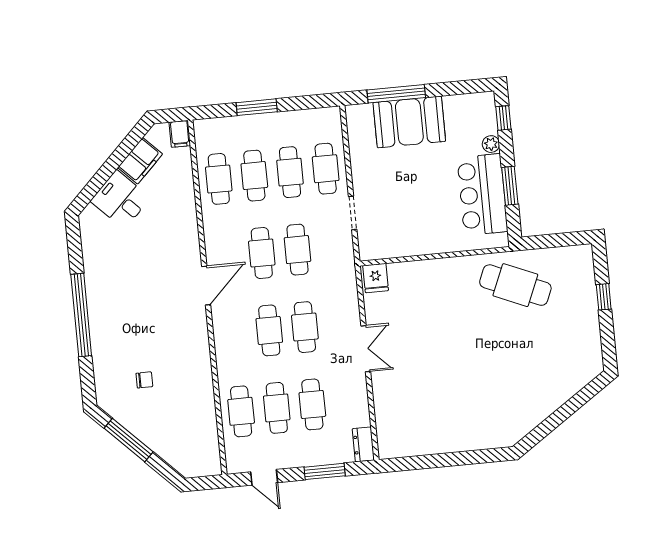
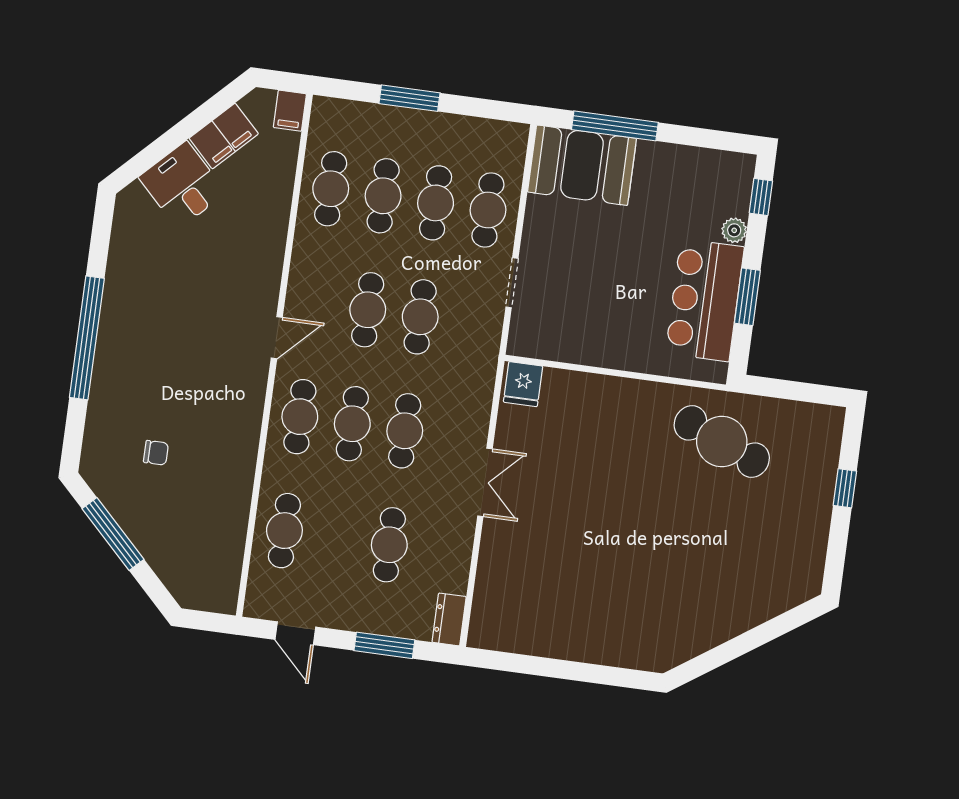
booth: (409, 122) -> (582, 165), moved
door: (206, 285) -> (277, 338), width x0.73
cafe table: (277, 408) -> (300, 417), moved

